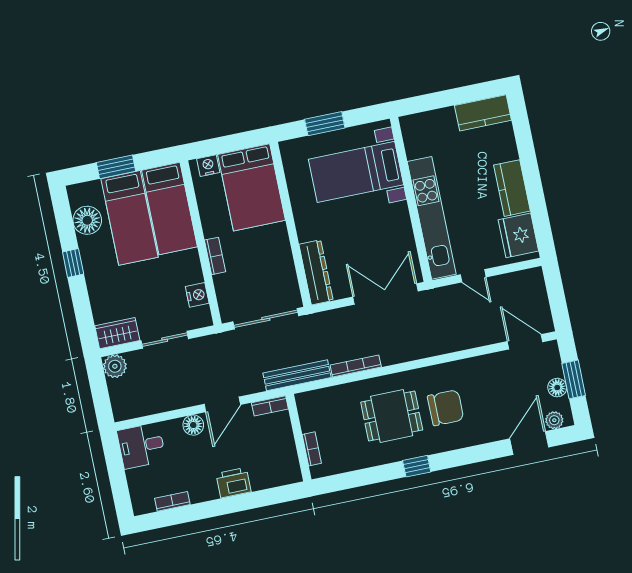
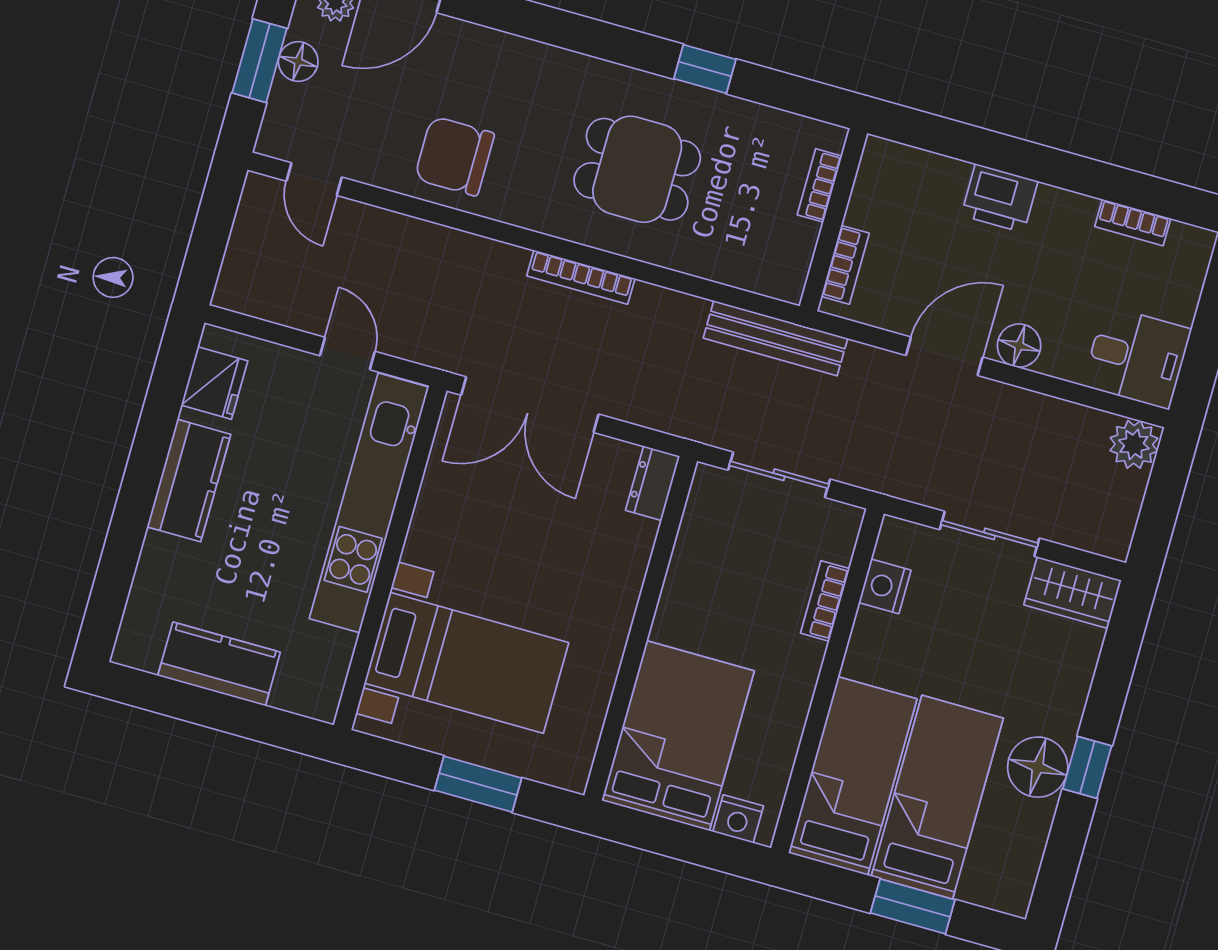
kitchen counter: (483, 113) -> (219, 664), moved
floor lamp: (87, 220) -> (1038, 767), moved
fridge: (518, 235) -> (214, 383), width x0.73, depth x0.75
bookcase: (215, 256) -> (825, 601), moved
dresser: (316, 272) -> (653, 483), width x0.51, depth x0.80
sliding door: (266, 319) -> (779, 475), width x0.73
door: (525, 342) -> (314, 179), width x0.73
plant: (115, 366) -> (1134, 444), moved
bookcase: (356, 366) -> (581, 277), moved
bookcase: (270, 406) -> (845, 265), moved, turned 90
chair: (446, 408) -> (454, 156), moved
window: (417, 466) -> (705, 69), moved

